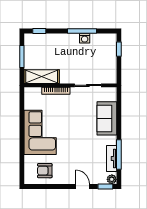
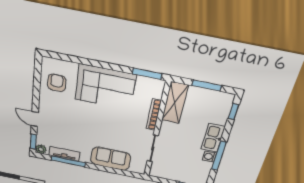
kitchen sink: (66, 40) -> (213, 138), added
window: (22, 102) -> (147, 74), added
door: (83, 186) -> (35, 119), swing flipped

